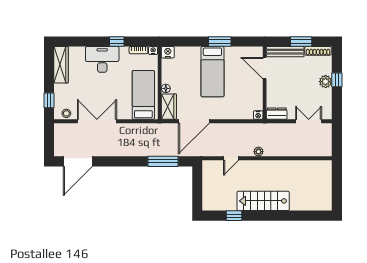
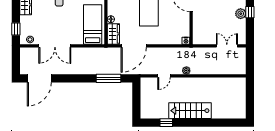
dresser: (277, 114) -> (201, 40), removed
double door: (97, 121) -> (55, 46), swing flipped

